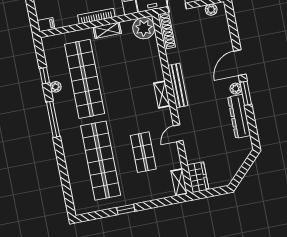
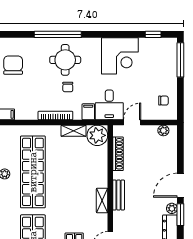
shelving: (107, 30) -> (74, 131), moved
shoe rack: (167, 31) -> (118, 154), moved
bench: (178, 85) -> (119, 195), width x0.73

